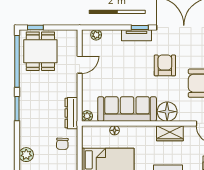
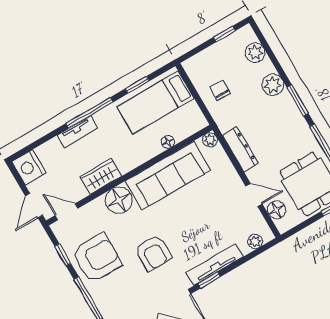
tv unit: (137, 35) -> (215, 265), width x1.41
floor lamp: (71, 47) -> (276, 210), added
door: (80, 65) -> (254, 195), swing flipped
dresser: (71, 113) -> (240, 149), moved
plant: (27, 128) -> (273, 85), added

